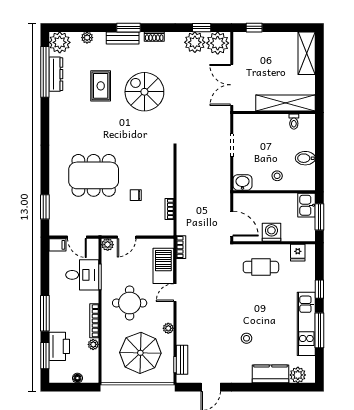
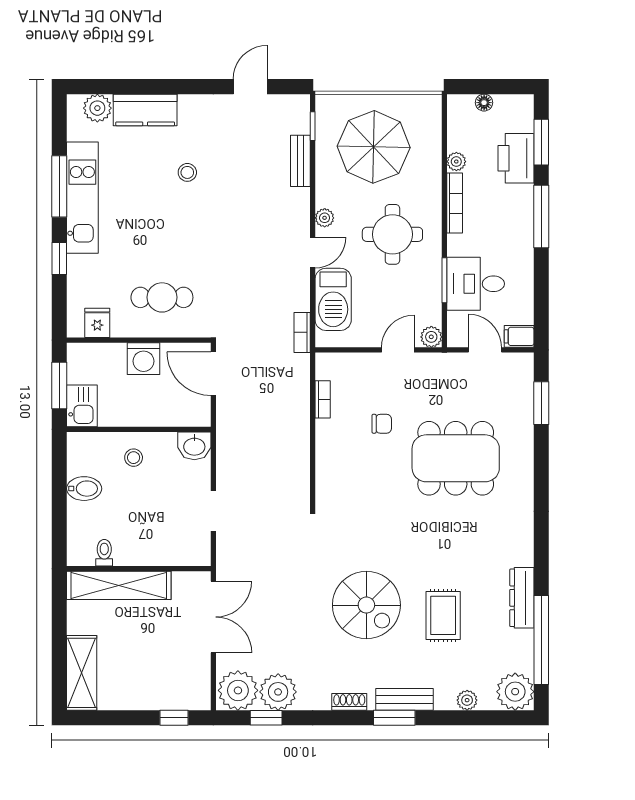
dresser: (56, 74) -> (522, 598), moved
plant: (168, 328) -> (325, 218), moved
bench: (182, 360) -> (300, 161), moved

